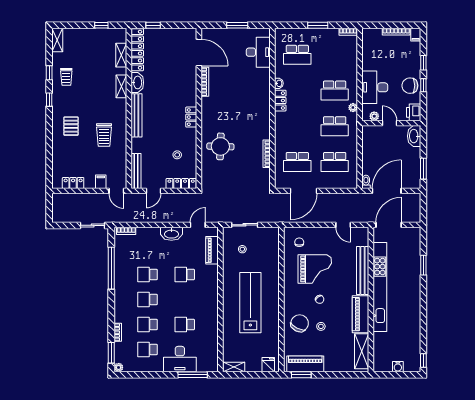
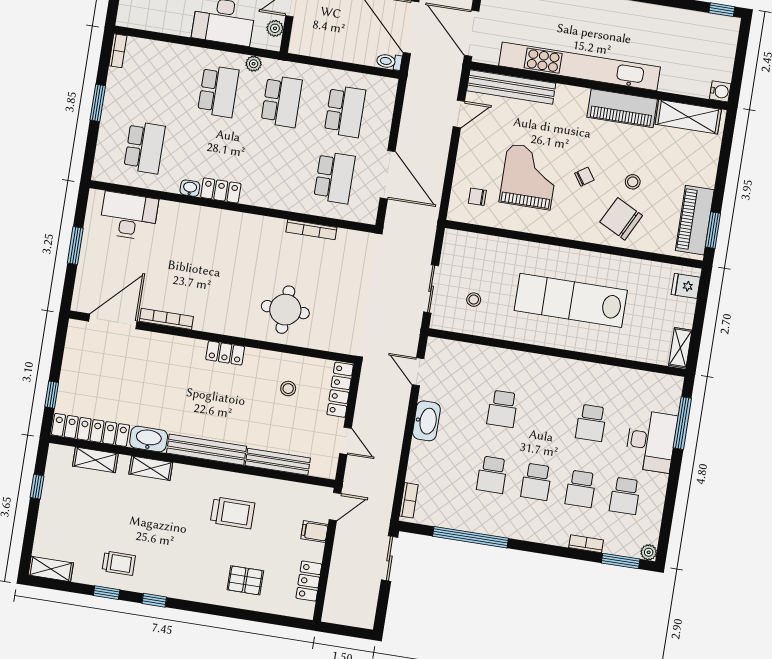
pallet: (71, 126) -> (245, 580), moved
bench: (136, 171) -> (278, 462), moved
piano: (212, 250) -> (467, 354), removed
bench: (363, 270) -> (511, 87), moved
water cooler: (398, 367) -> (720, 91), moved

